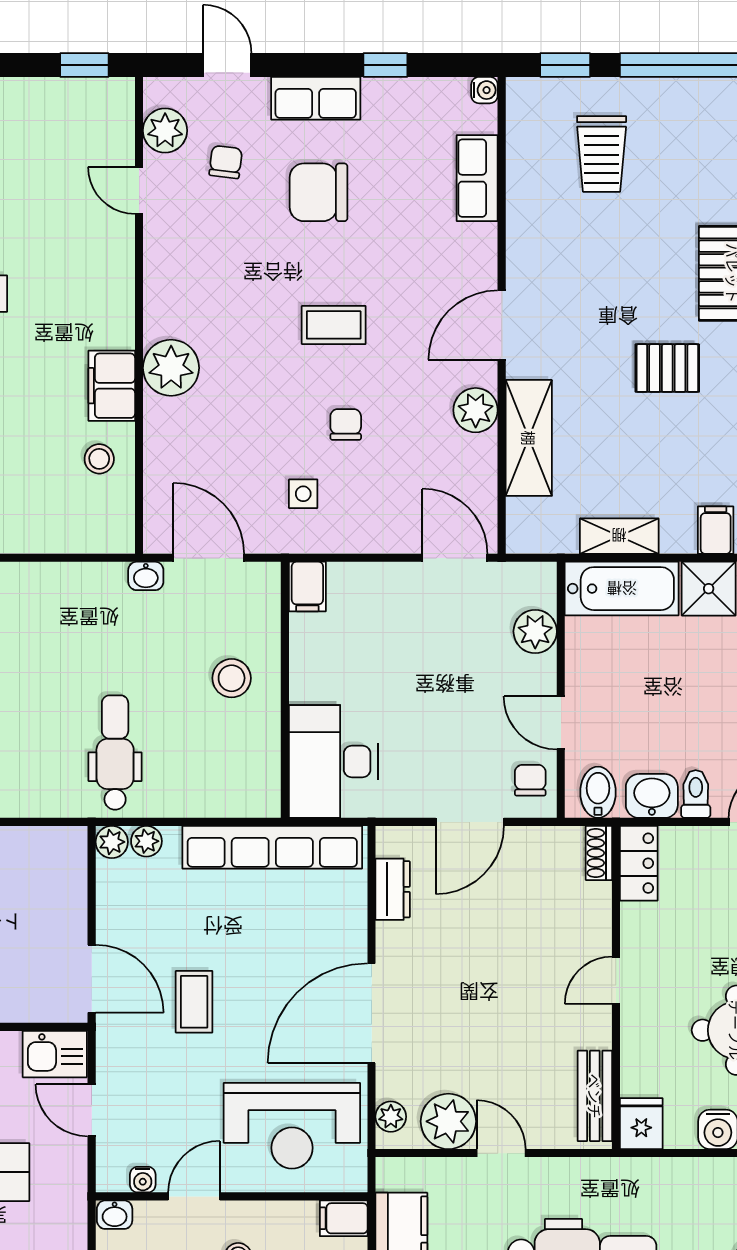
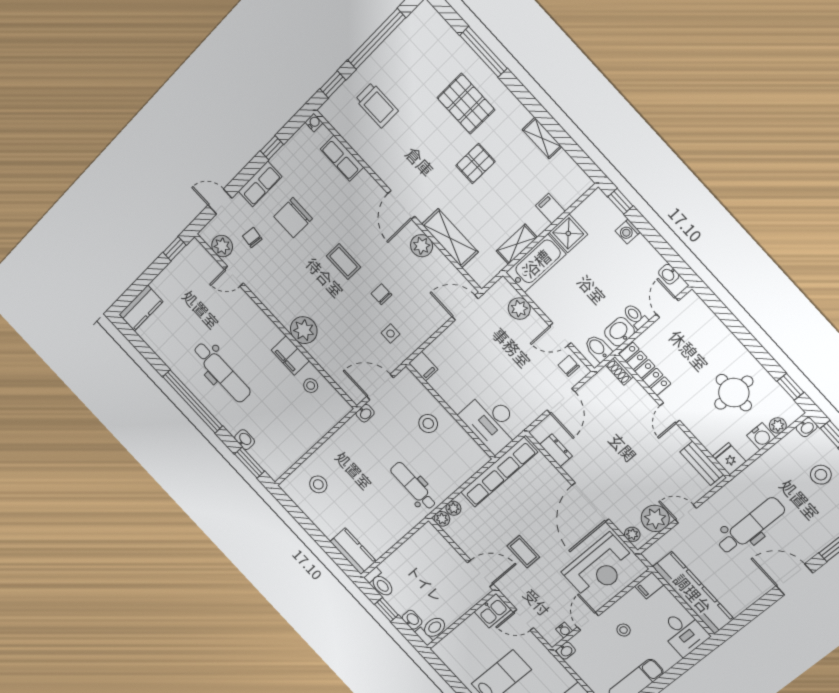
coffee table: (334, 325) -> (343, 262), turned 90
locker: (639, 863) -> (645, 369), width x1.53

